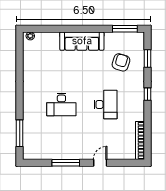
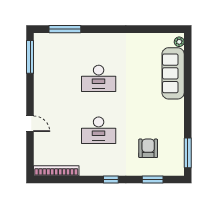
sofa: (82, 41) -> (173, 73), moved
armchair: (121, 62) -> (148, 148), turned -107
desk: (61, 105) -> (99, 78), turned -90
window: (66, 163) -> (30, 57), moved

